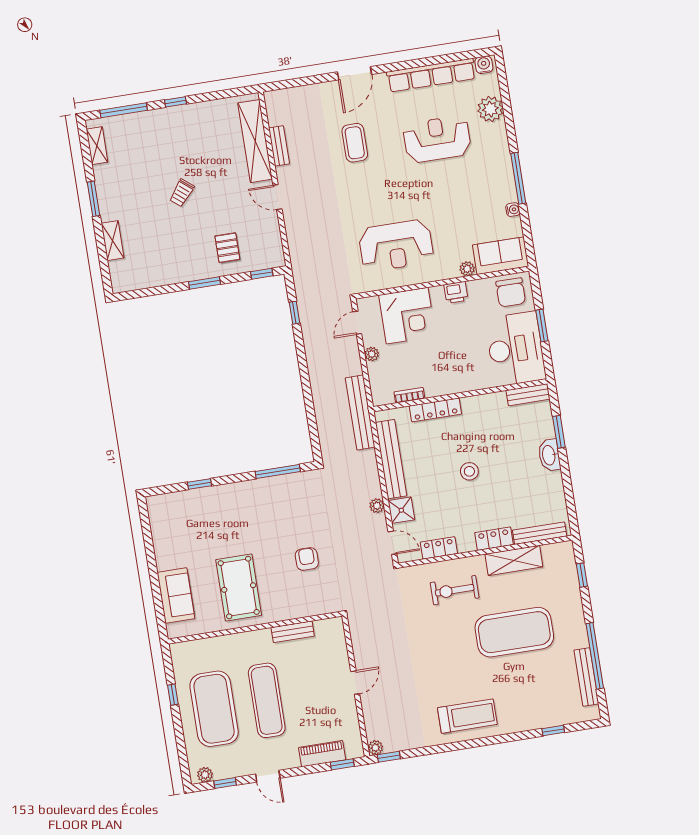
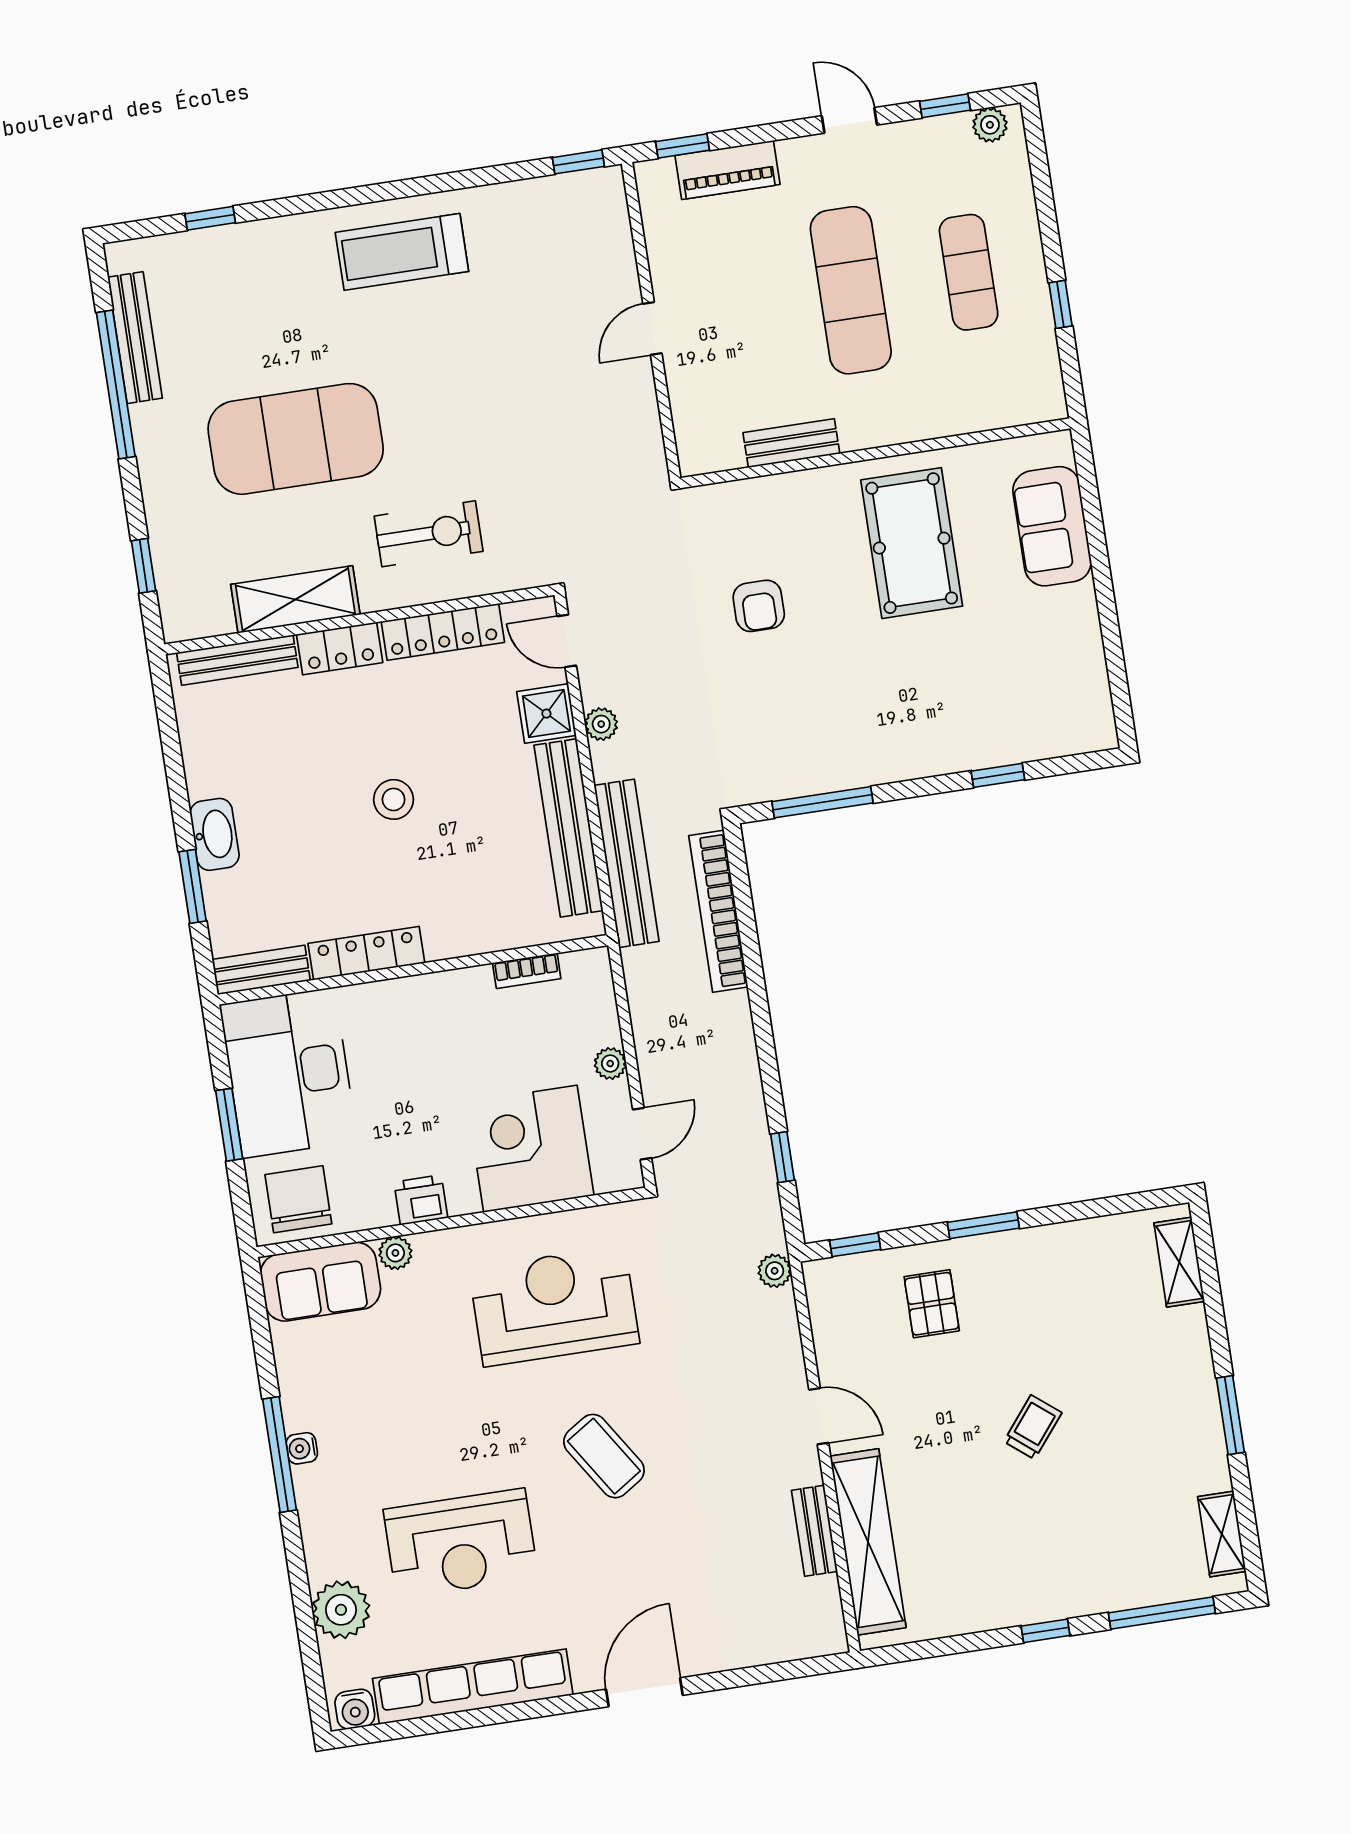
coffee table: (355, 143) -> (604, 1456), moved, turned -33
water cooler: (513, 210) -> (302, 1448), moved
shelving: (113, 241) -> (1179, 1262), moved
locker: (435, 410) -> (366, 953), moved
bench: (360, 413) -> (626, 863), moved
bookcase: (324, 422) -> (718, 911), added
locker: (439, 548) -> (443, 632), width x1.53
exercise mat: (214, 709) -> (969, 272), width x0.50, depth x0.69
plant: (375, 748) -> (775, 1271), moved

